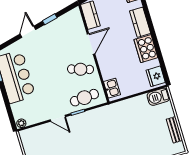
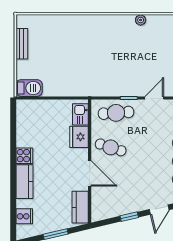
door: (91, 44) -> (90, 173), swing flipped
cooker: (146, 49) -> (24, 156), width x0.53, depth x0.76
fridge: (156, 76) -> (79, 137), moved, turned 180
door: (58, 118) -> (154, 98), hinge flipped

